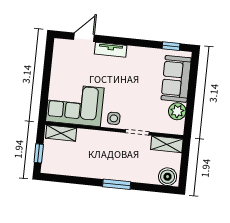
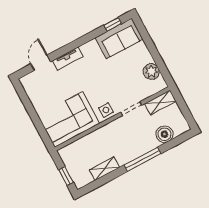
sofa: (176, 79) -> (119, 38), moved, turned -90
shelving: (61, 133) -> (104, 169), moved
boiler: (168, 177) -> (165, 134), moved
window: (117, 184) -> (142, 159), width x1.44

